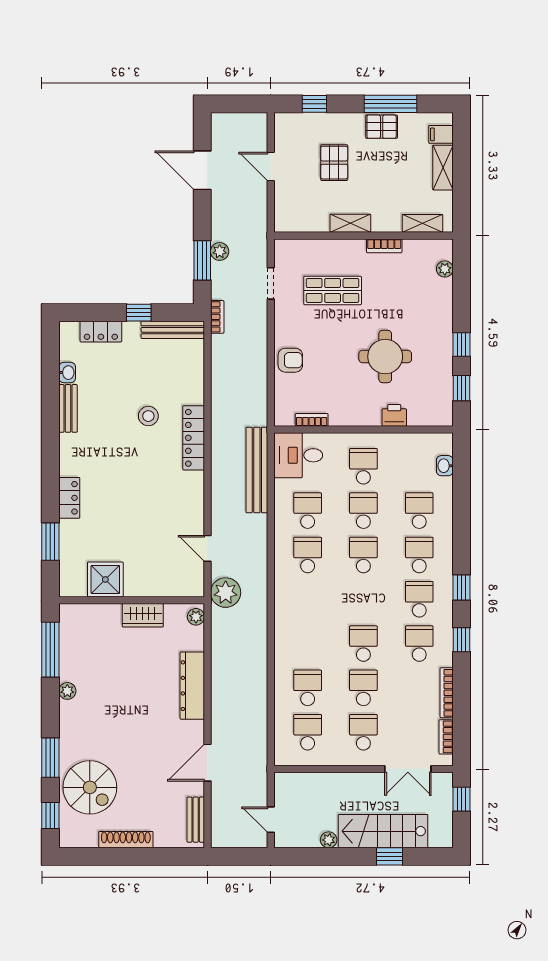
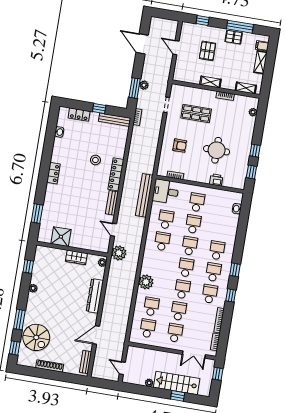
armchair: (290, 360) -> (180, 146), moved
bench: (68, 408) -> (112, 203), moved
locker: (69, 498) -> (53, 173), moved
school desk: (419, 511) -> (186, 268), moved
plant: (289, 641) -> (146, 282), added
window: (50, 650) -> (28, 267), width x0.46

